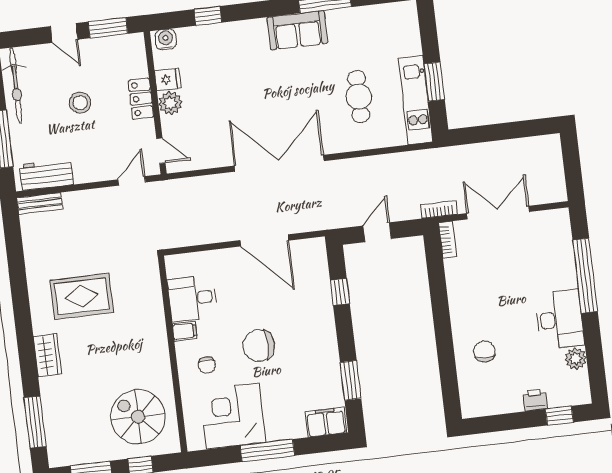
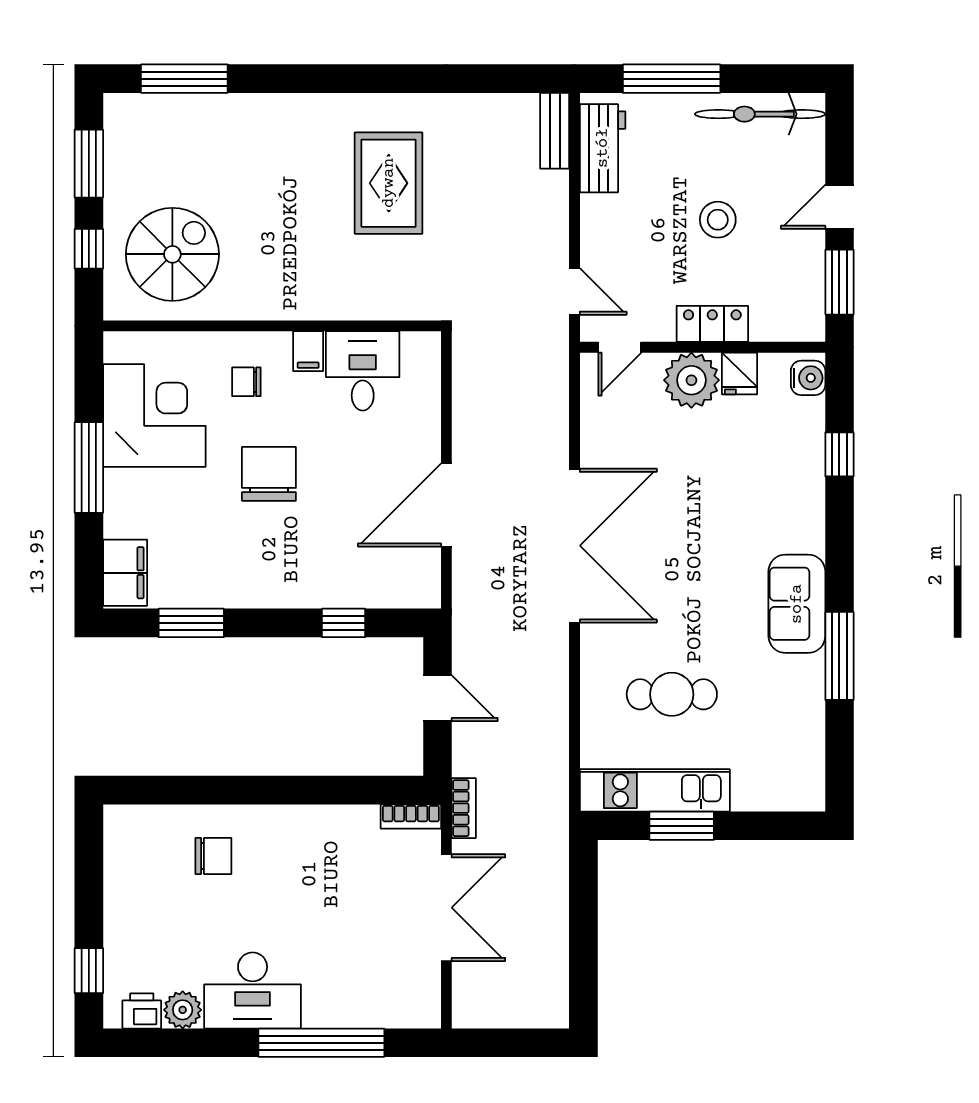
plant: (170, 103) -> (691, 380), width x1.36, depth x1.36
wardrobe: (47, 355) -> (295, 113), removed
printer: (535, 400) -> (142, 1011), moved, turned -90

